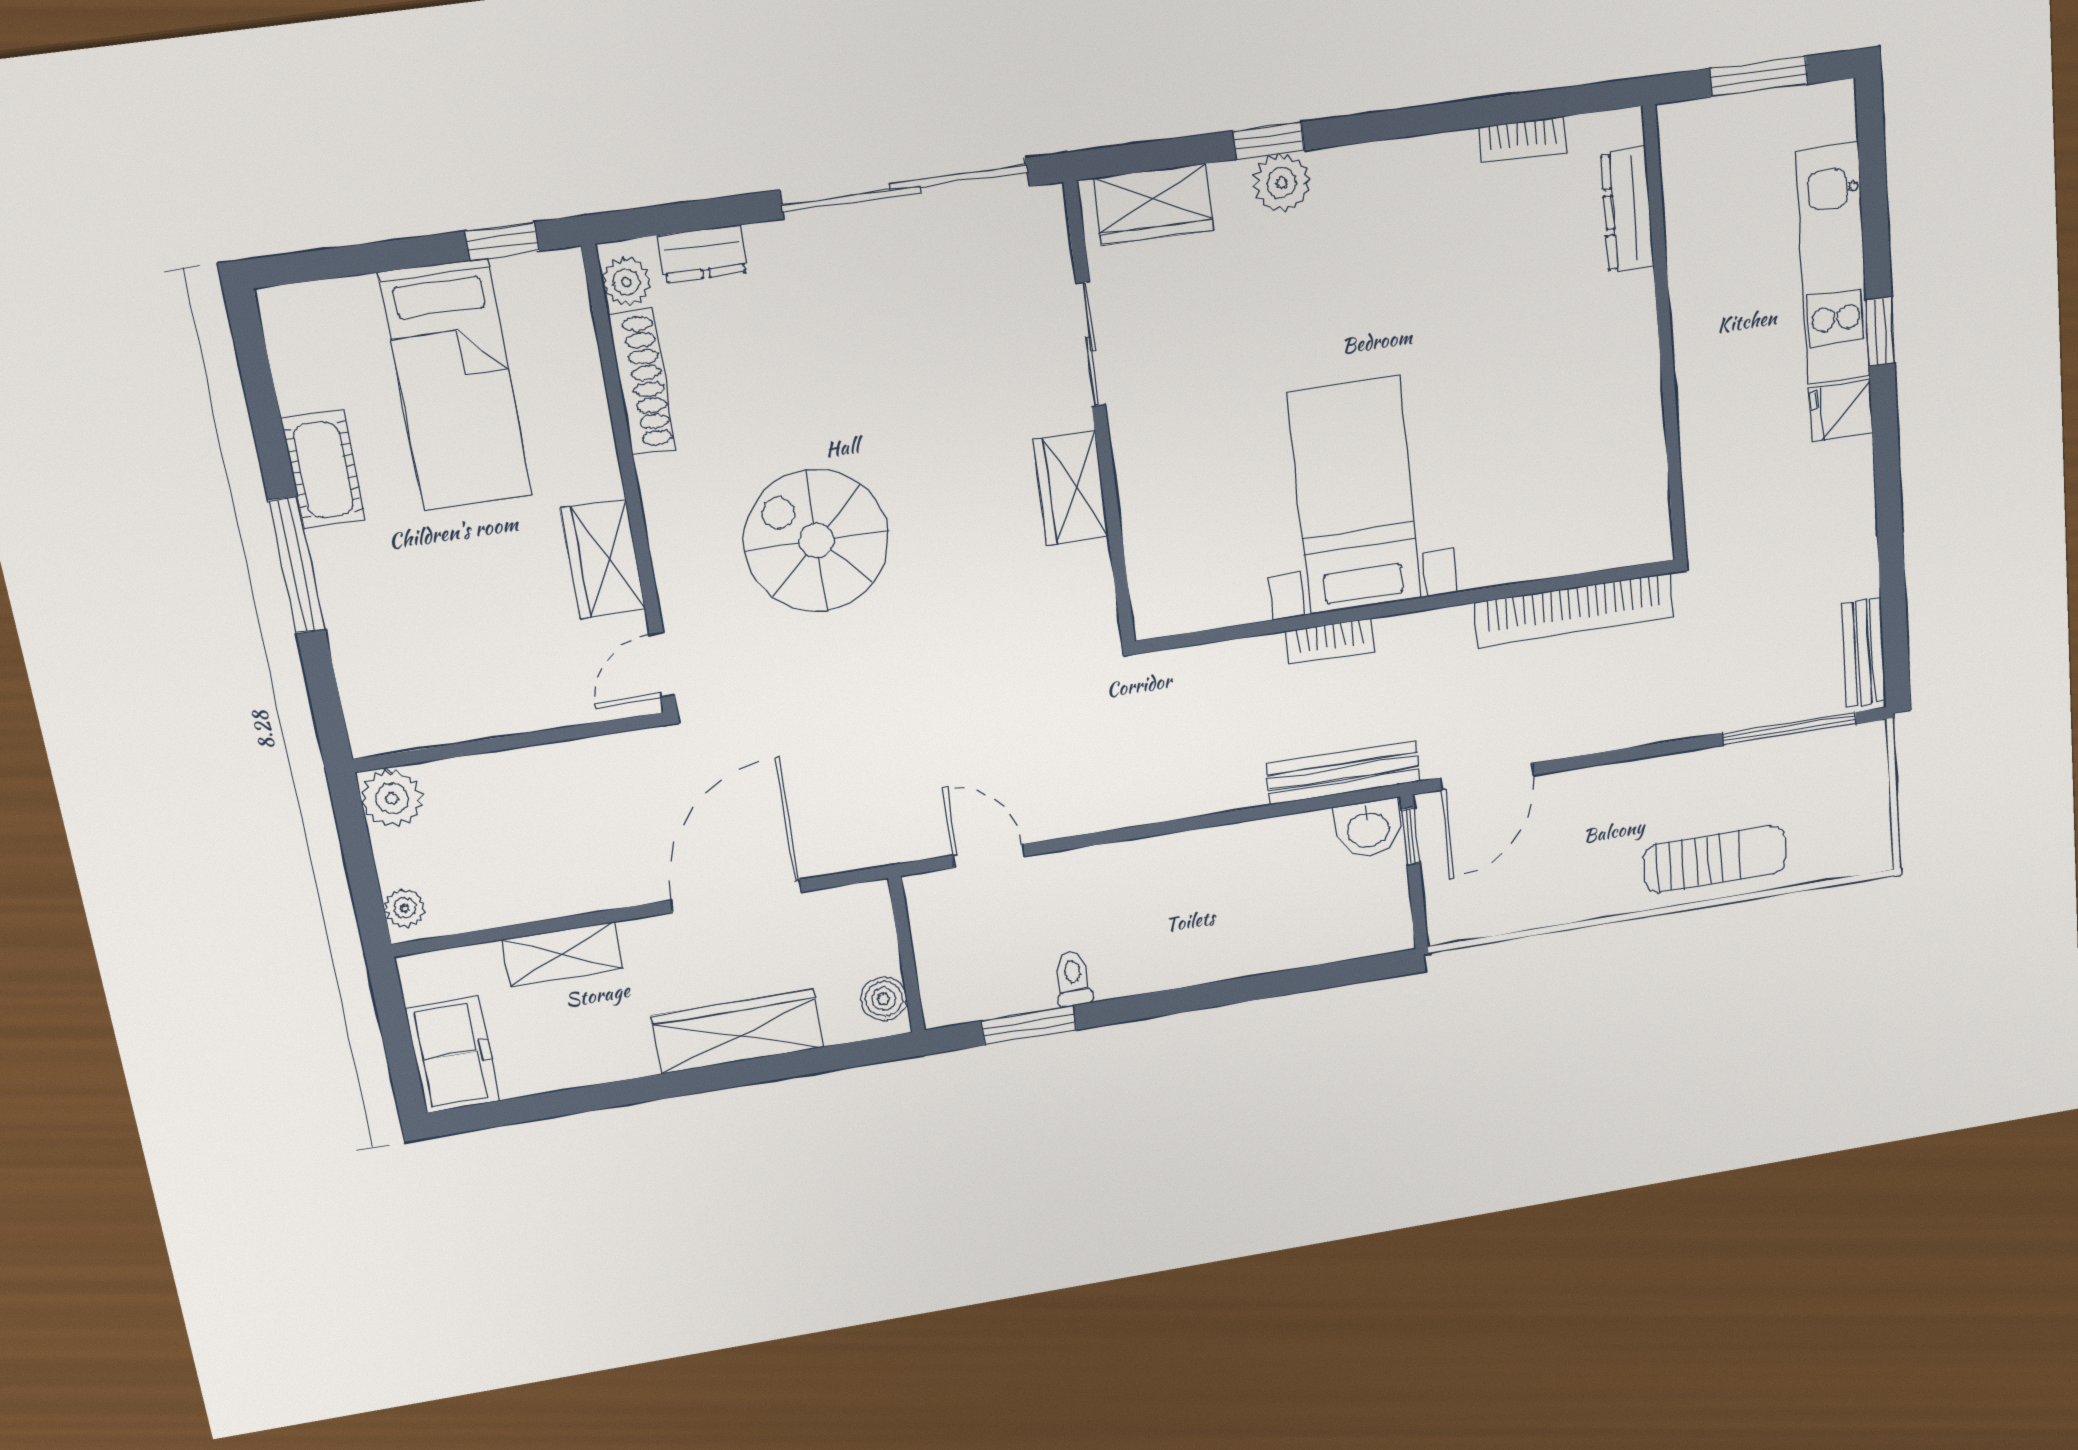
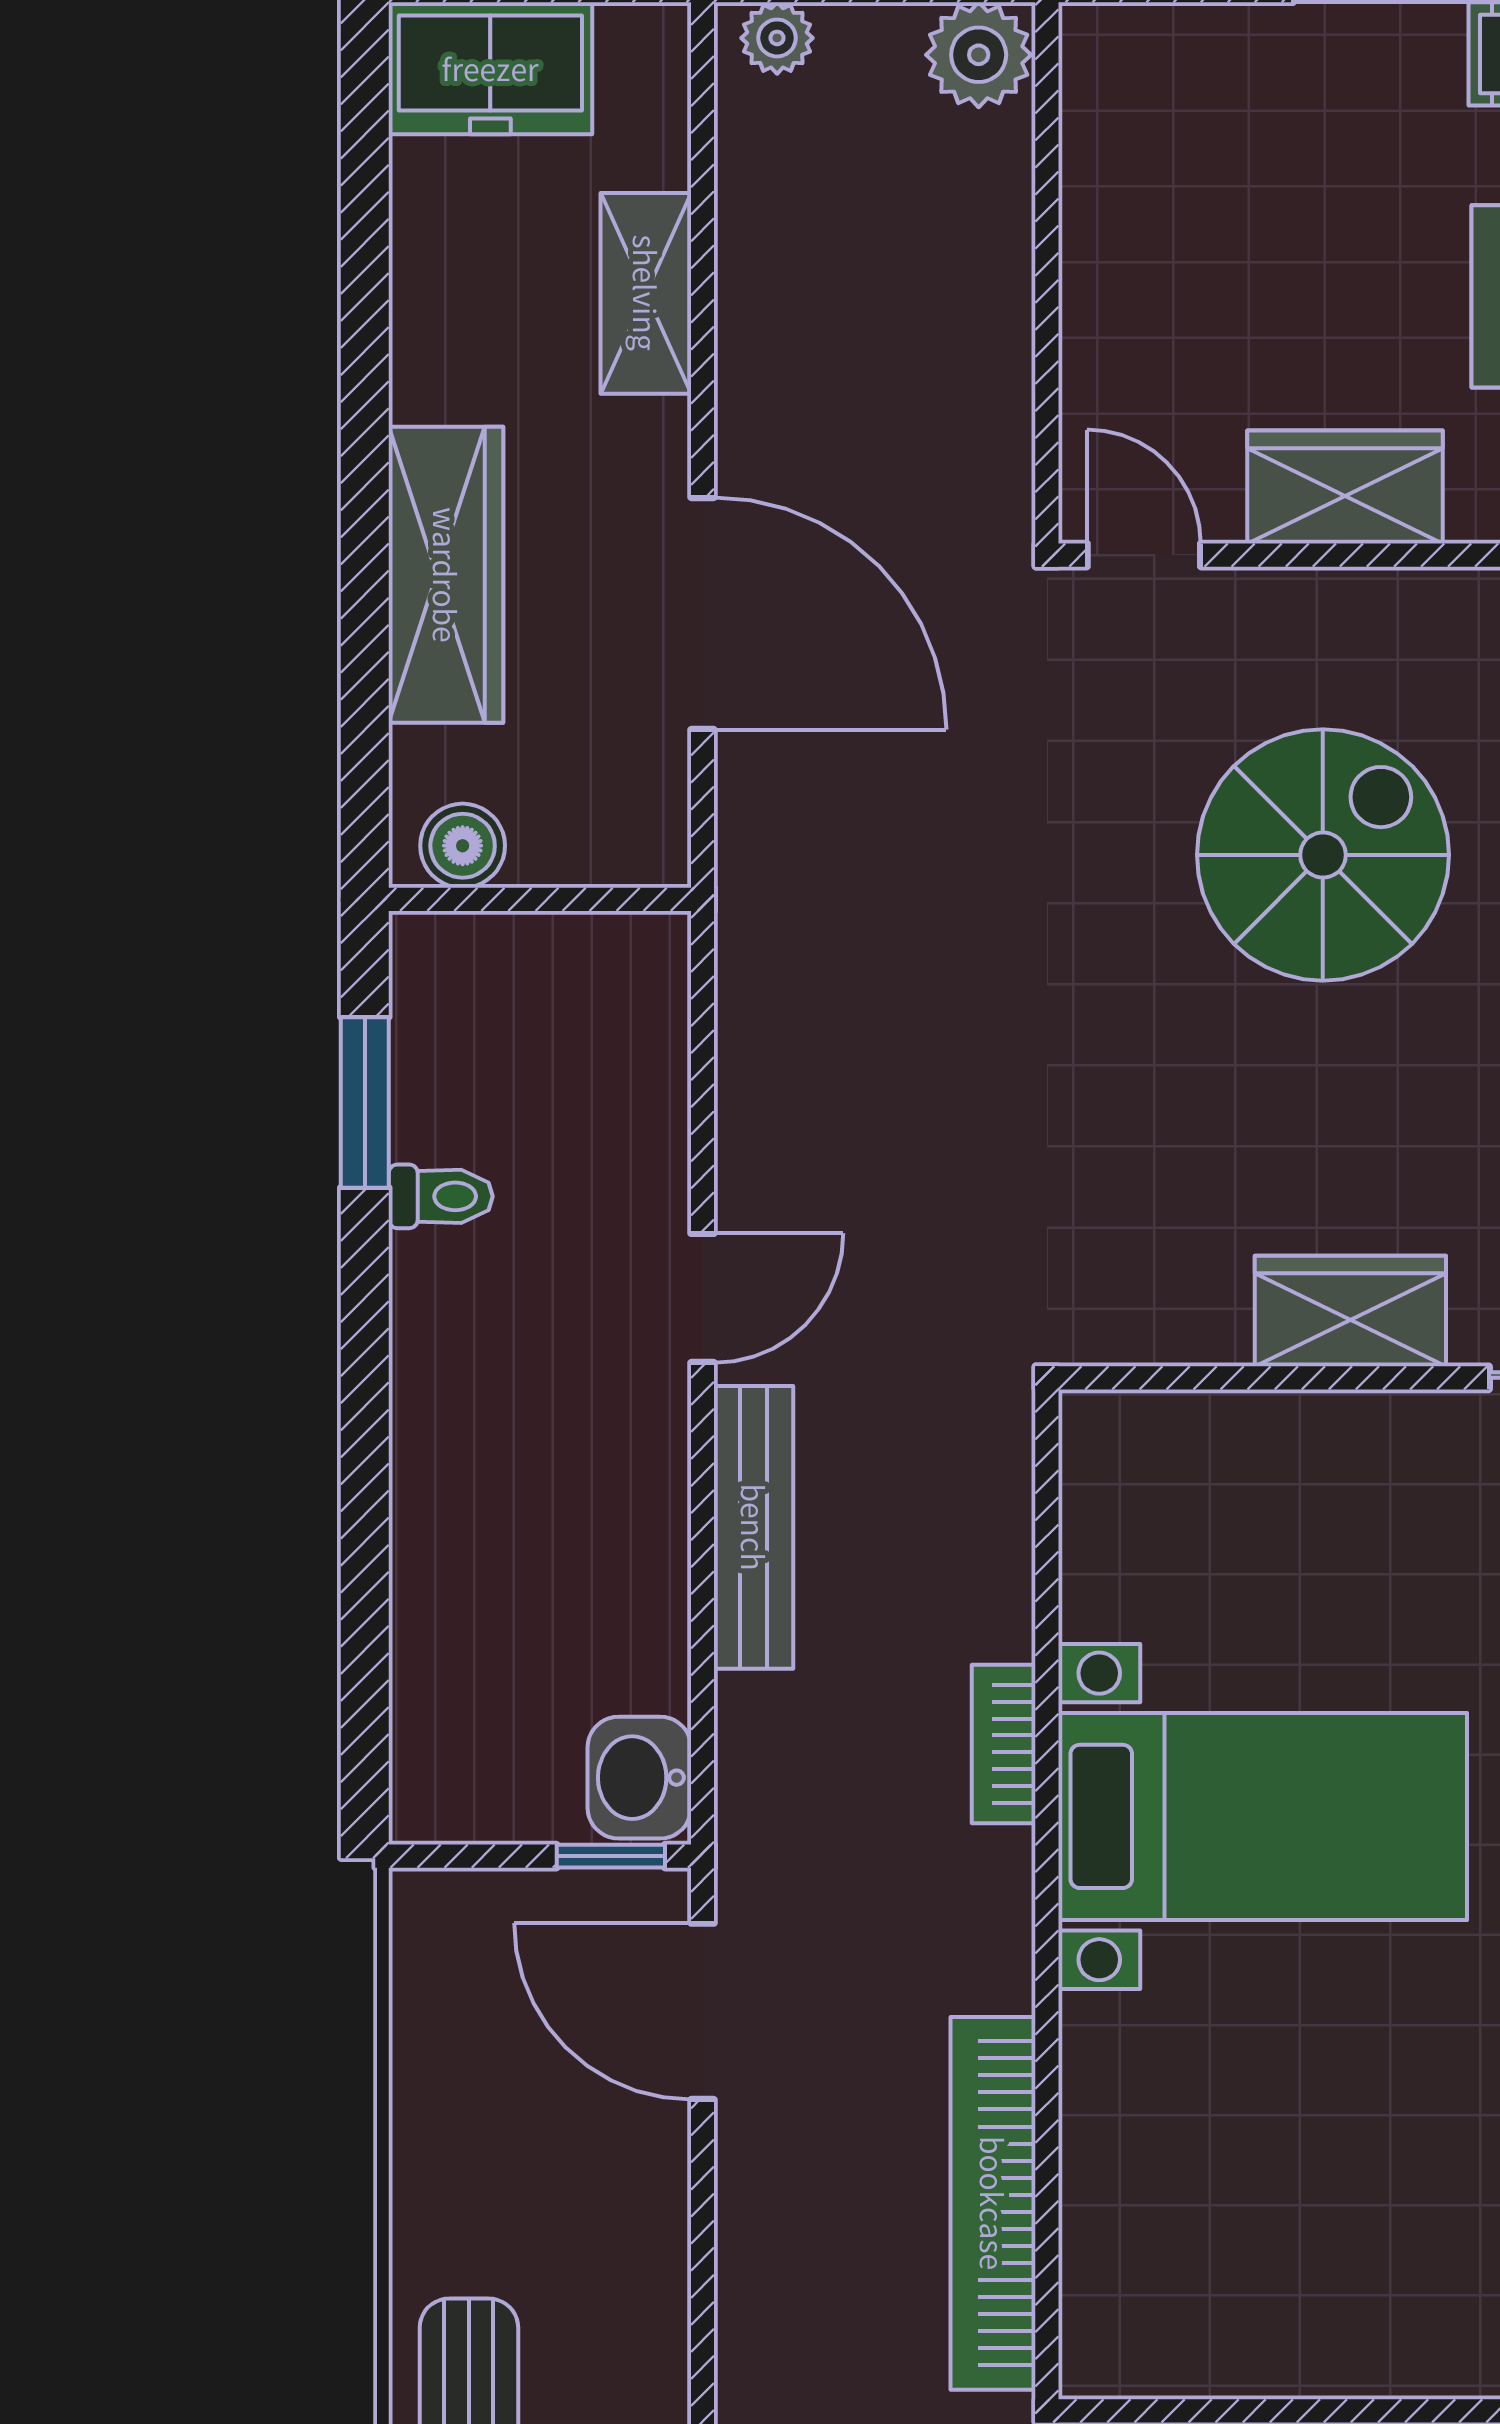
bench: (1343, 773) -> (754, 1527), moved
door: (989, 856) -> (702, 1298), moved

